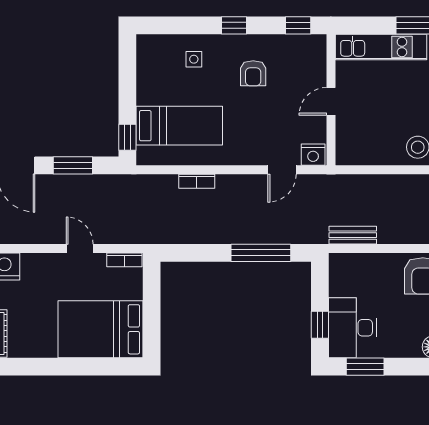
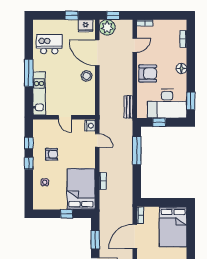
window: (298, 25) -> (29, 143), moved
bed: (179, 126) -> (81, 189), width x1.50
window: (127, 137) -> (67, 214), moved
door: (80, 249) -> (135, 236), width x1.88
window: (320, 325) -> (159, 122), moved
desk: (352, 328) -> (167, 104), width x1.36, depth x1.30

